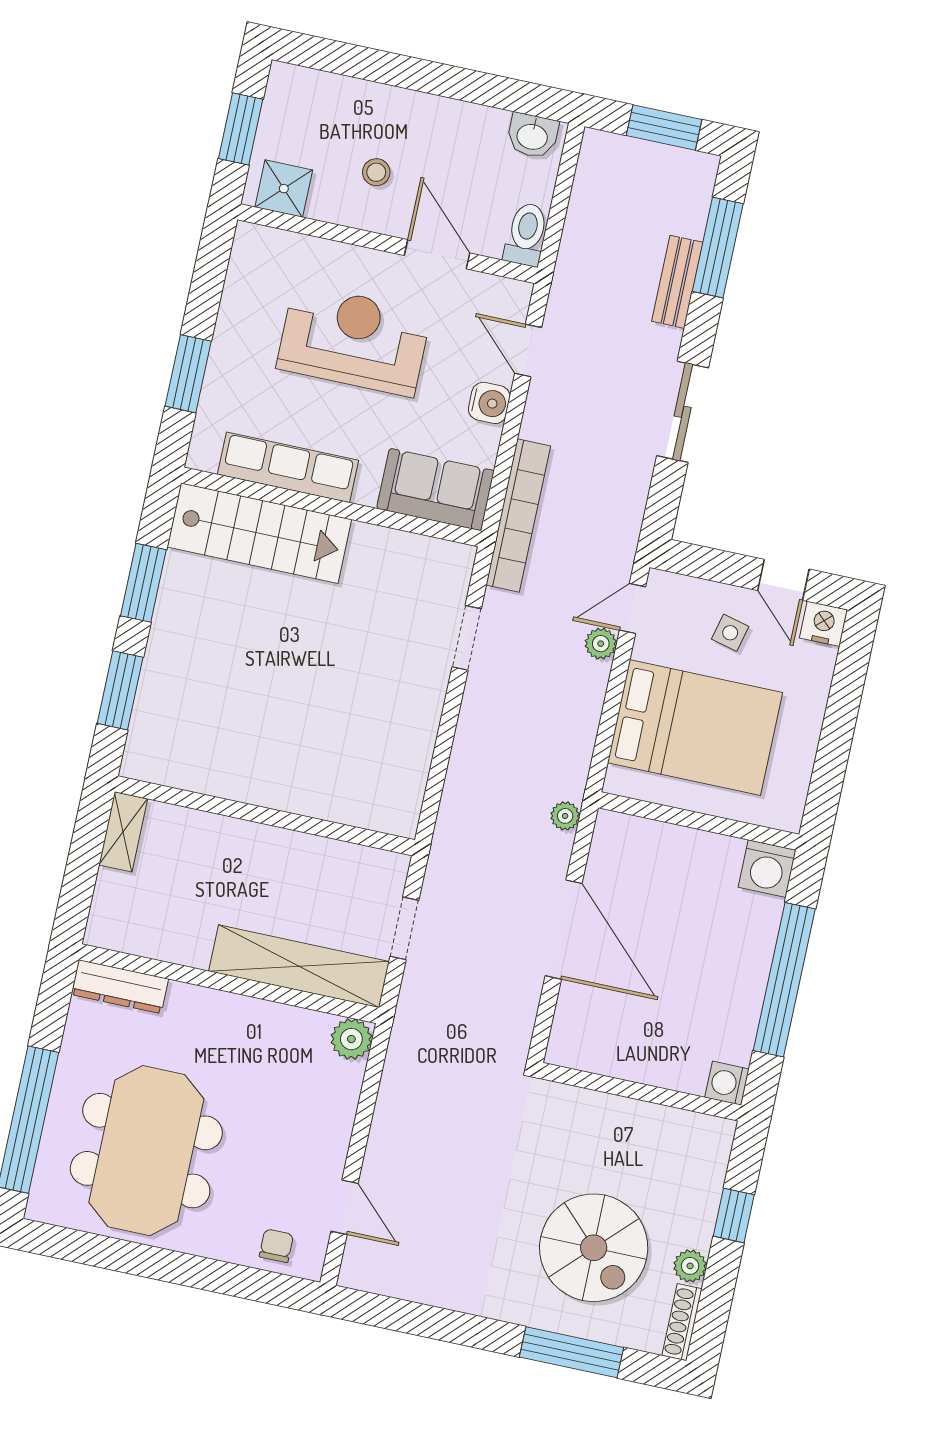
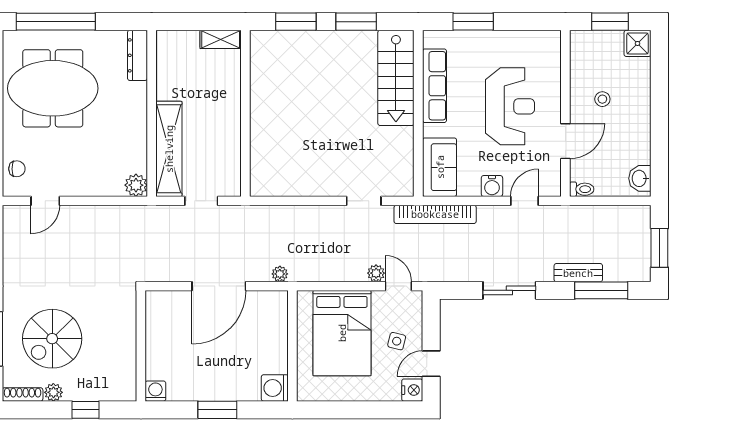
shower: (284, 189) -> (637, 43), moved
toilet: (526, 234) -> (582, 189), width x0.73, depth x0.72
window: (784, 980) -> (217, 410), width x0.47

